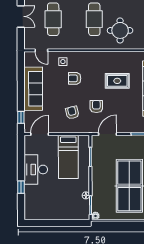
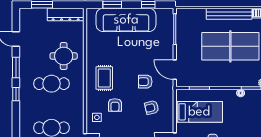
rug: (117, 81) -> (104, 78), moved

